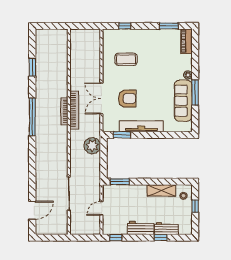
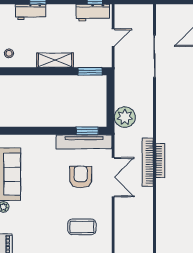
armchair: (127, 99) -> (81, 177), turned 90
tv unit: (141, 126) -> (84, 142), moved
shelving: (161, 190) -> (55, 60), moved
workbench: (141, 228) -> (93, 13), moved

